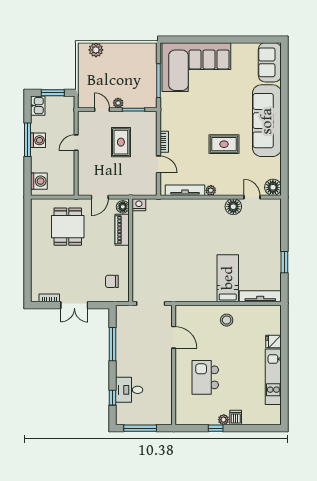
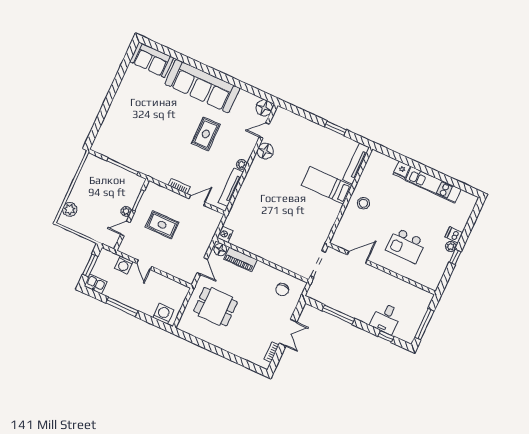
corner sofa: (196, 67) -> (126, 127), removed
washing machine: (38, 140) -> (124, 265), moved, turned 180

